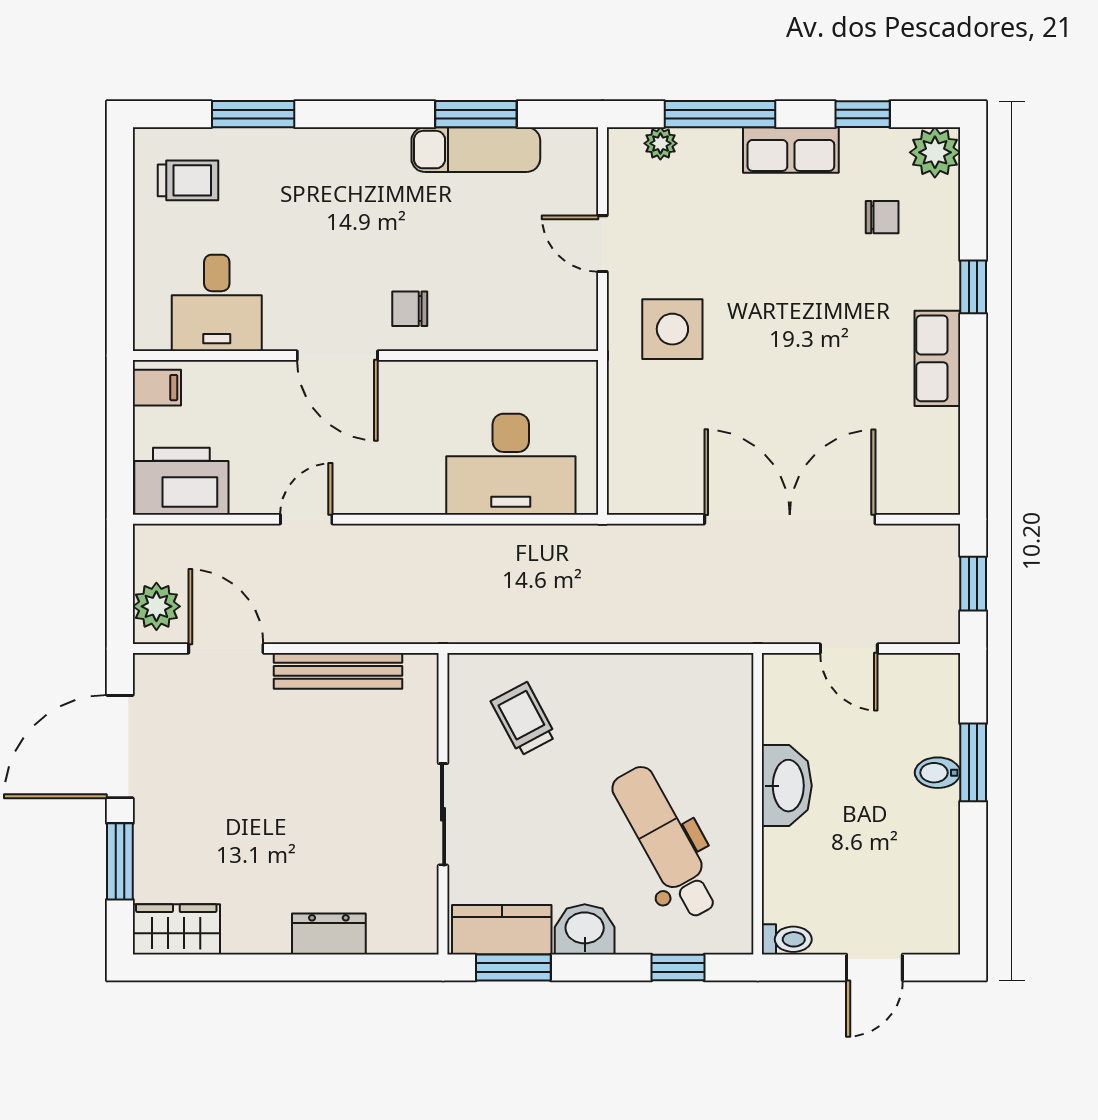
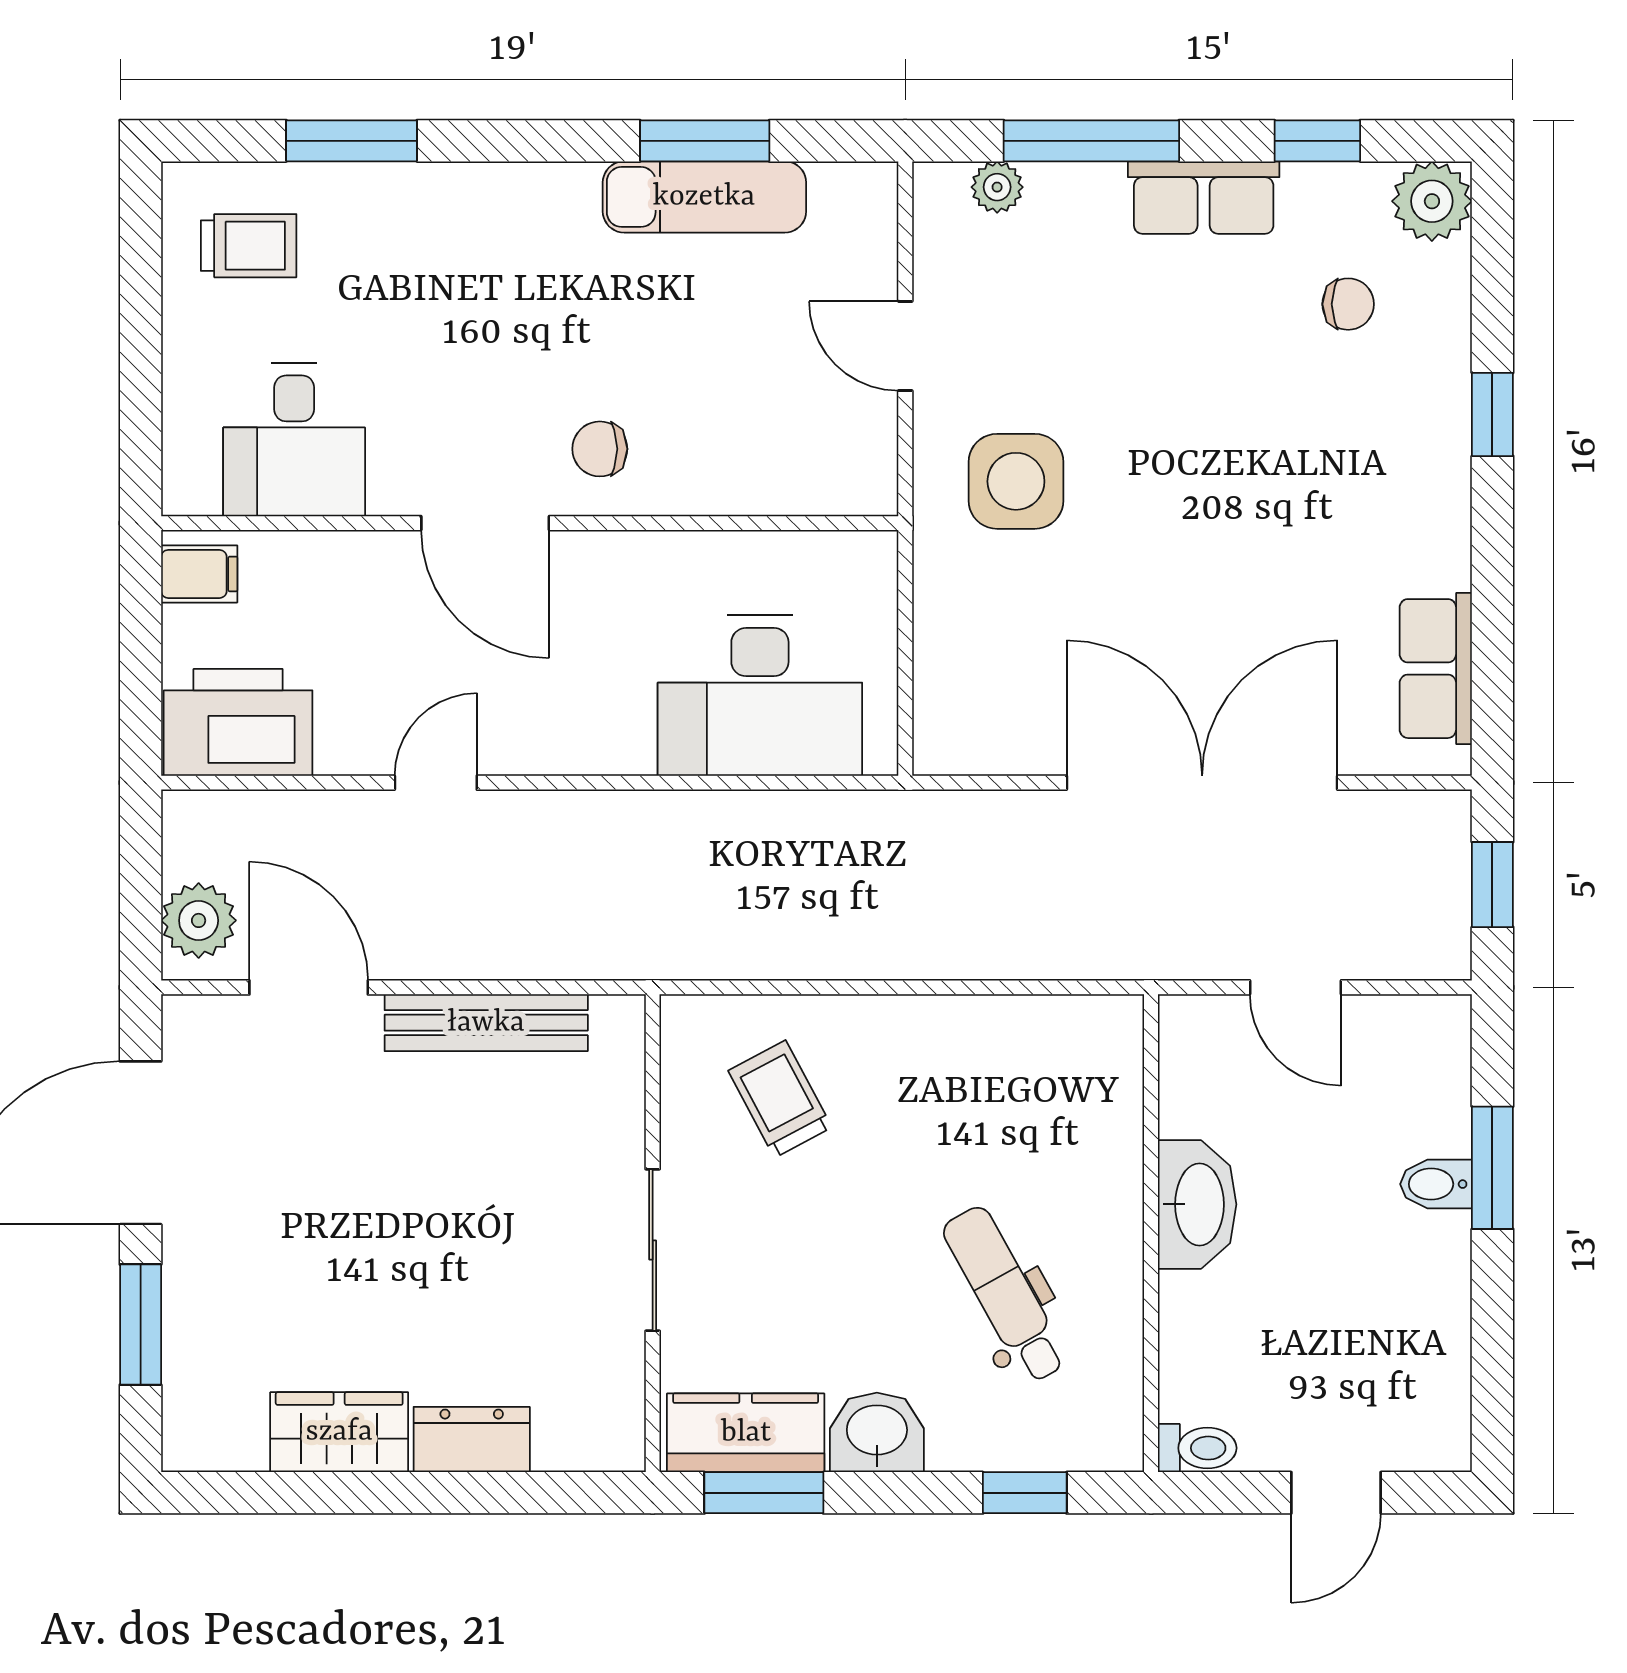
row of seats: (937, 358) -> (1436, 669), moved
dental chair: (665, 842) -> (1005, 1294), width x0.73, depth x0.72
wardrobe: (176, 929) -> (339, 1432), moved

